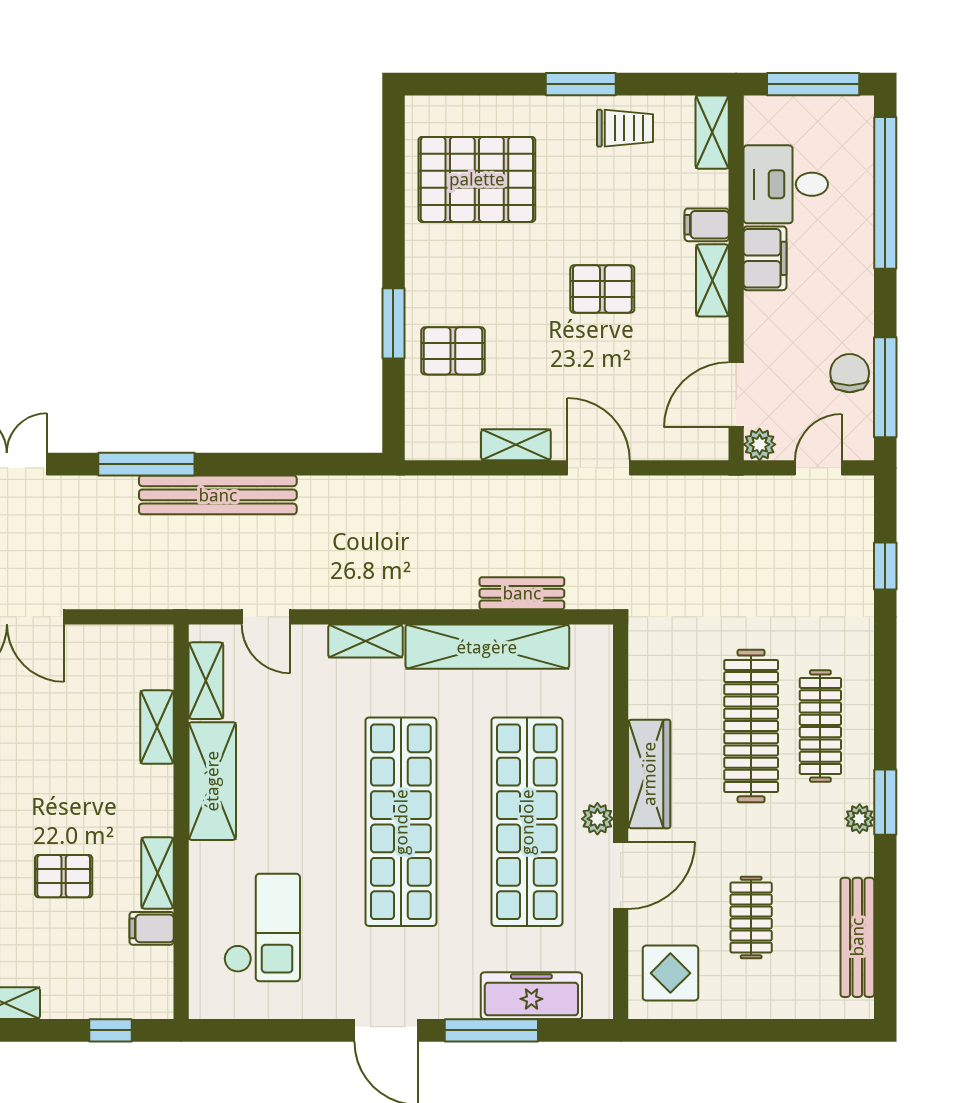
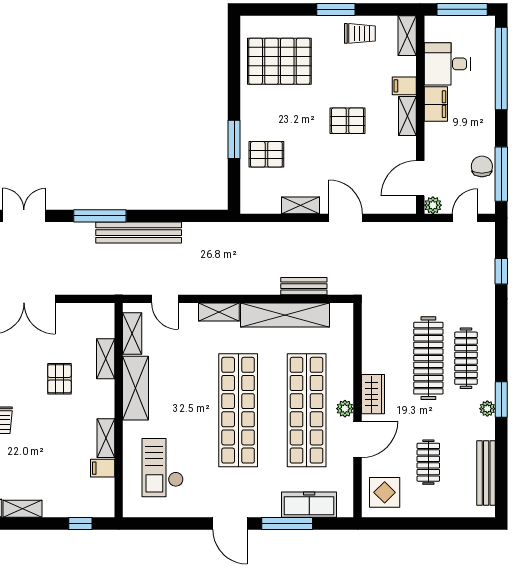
wardrobe: (649, 774) -> (373, 394), width x0.67
pallet: (64, 876) -> (59, 379), moved, turned 90
checkout: (262, 927) -> (163, 468), turned 180

